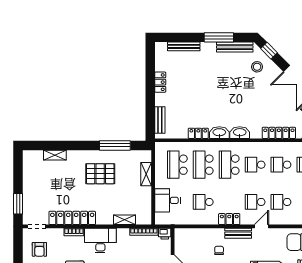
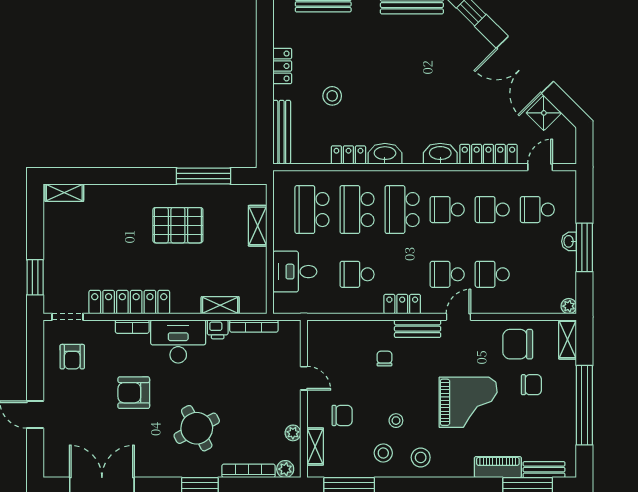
stool: (257, 67) -> (332, 96), moved
bench: (160, 120) -> (282, 132), width x1.36
washbasin: (240, 133) -> (440, 154), moved
shelving: (55, 155) -> (64, 193), moved
printer: (165, 234) -> (218, 329), moved

